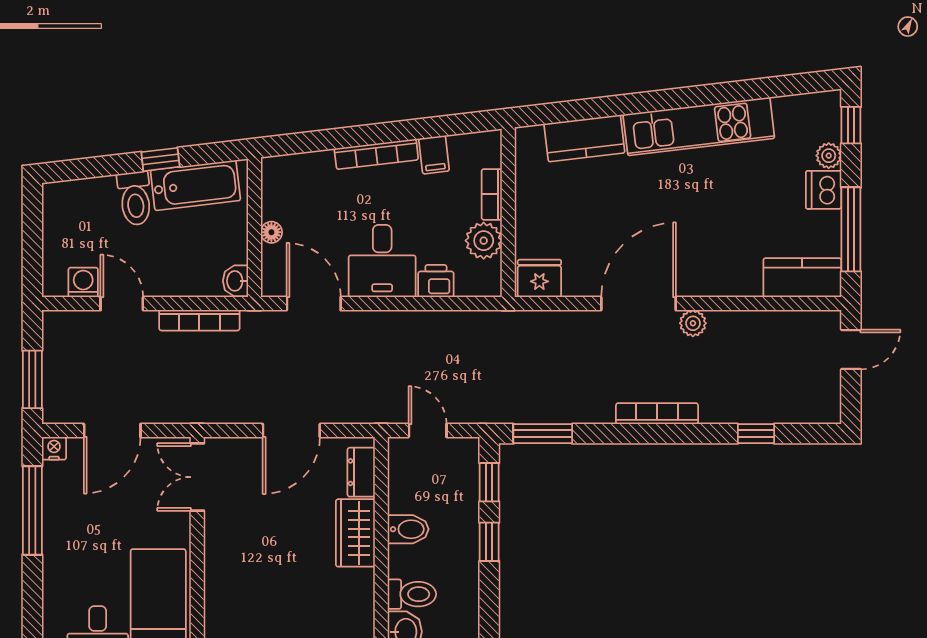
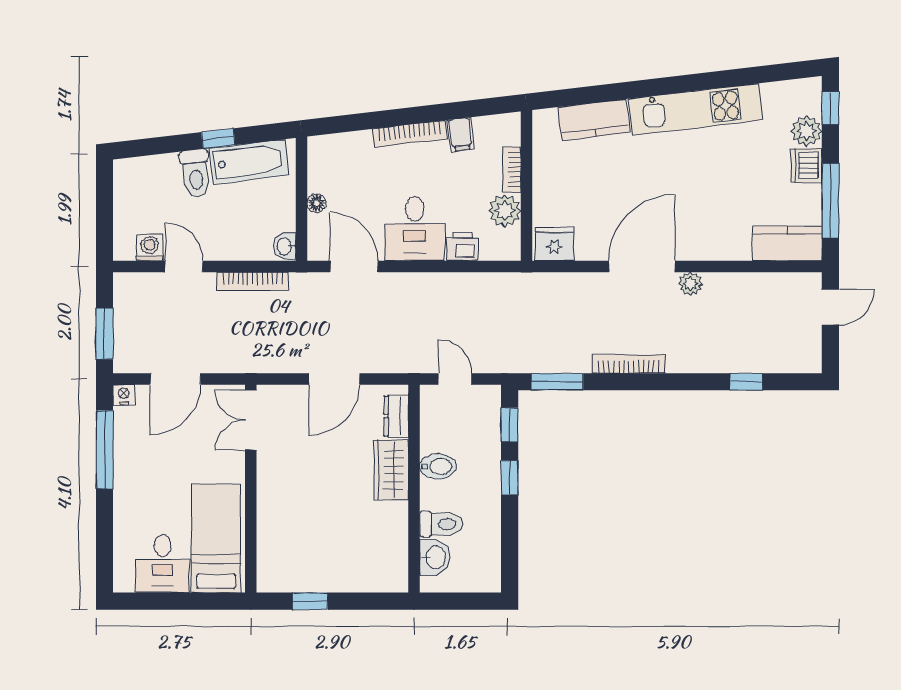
plant: (829, 156) -> (806, 131), width x1.38, depth x1.38
bookcase: (657, 414) -> (629, 364), moved

